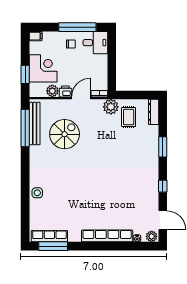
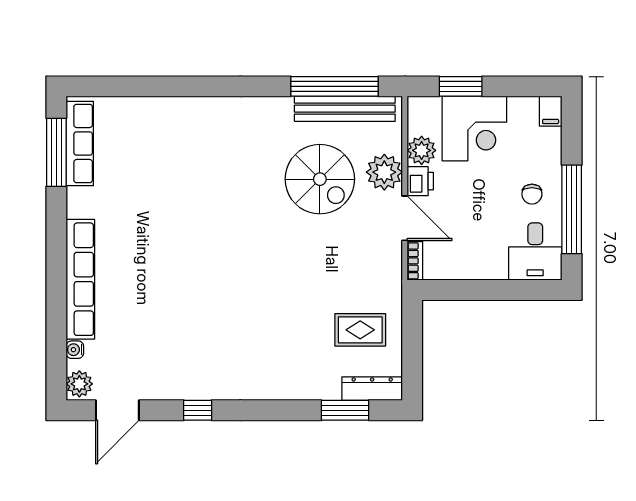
plant: (111, 107) -> (384, 172), moved
window: (163, 147) -> (345, 410), moved
side table: (37, 193) -> (182, 115), removed

